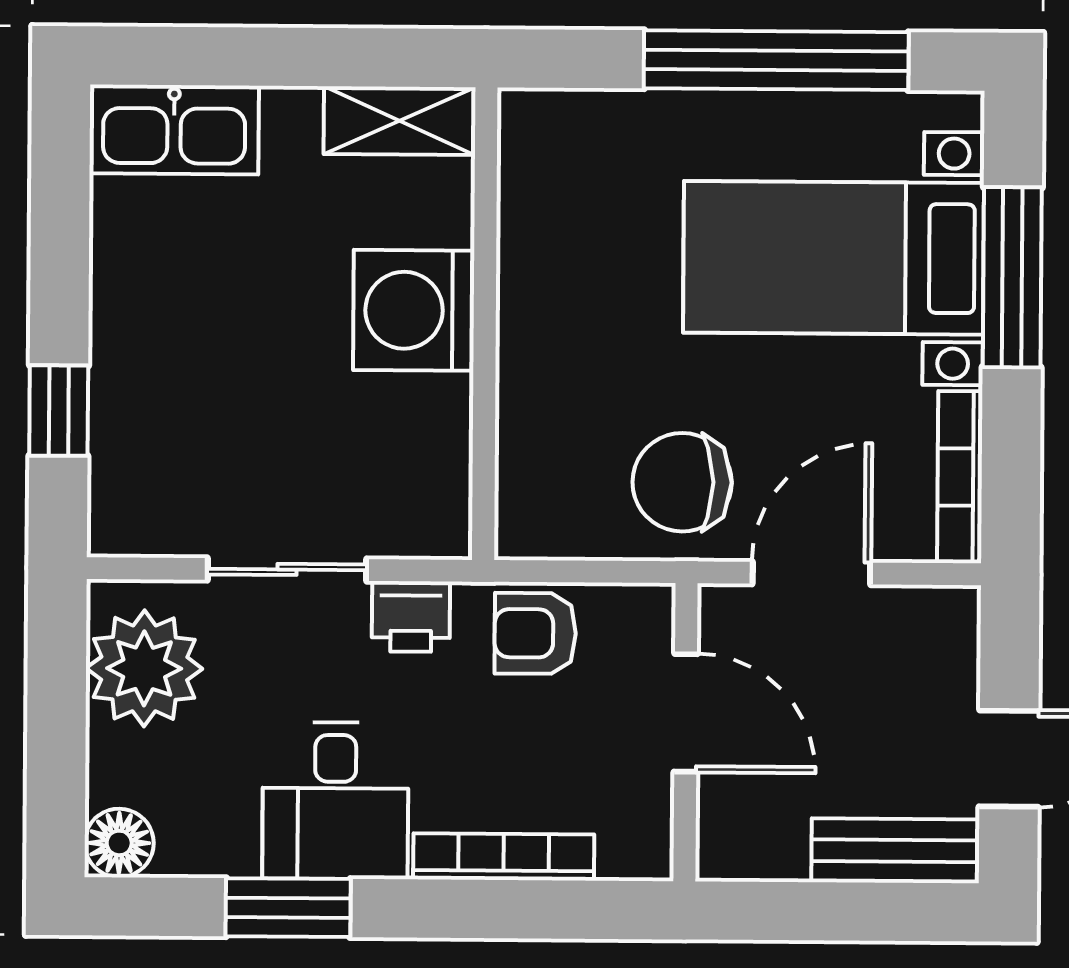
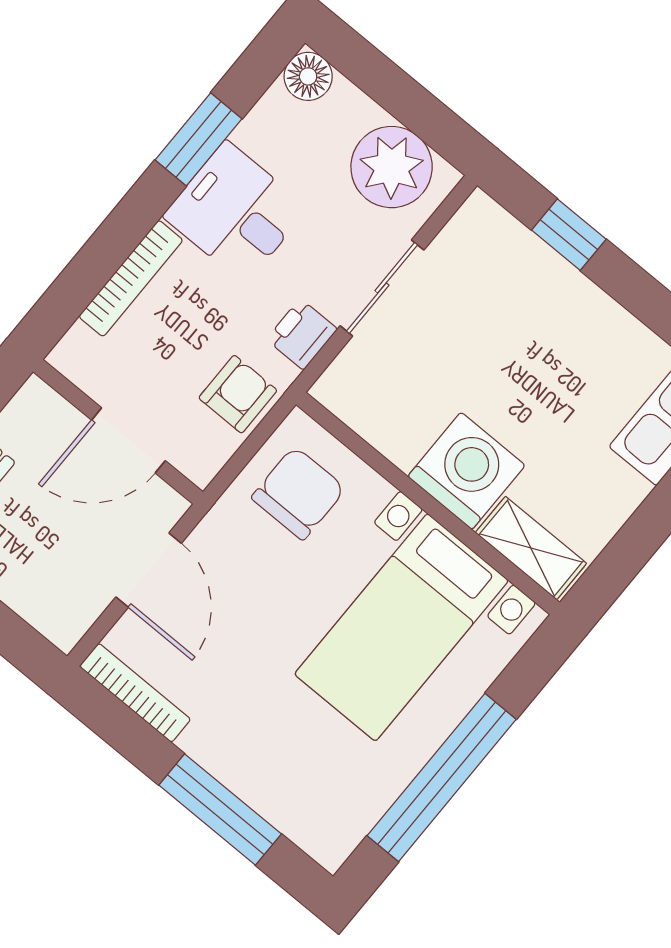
shelving: (400, 121) -> (531, 548), moved, turned 90
bed with nightstands: (833, 258) -> (401, 627), moved, turned 180
chair: (682, 482) -> (299, 493), moved

